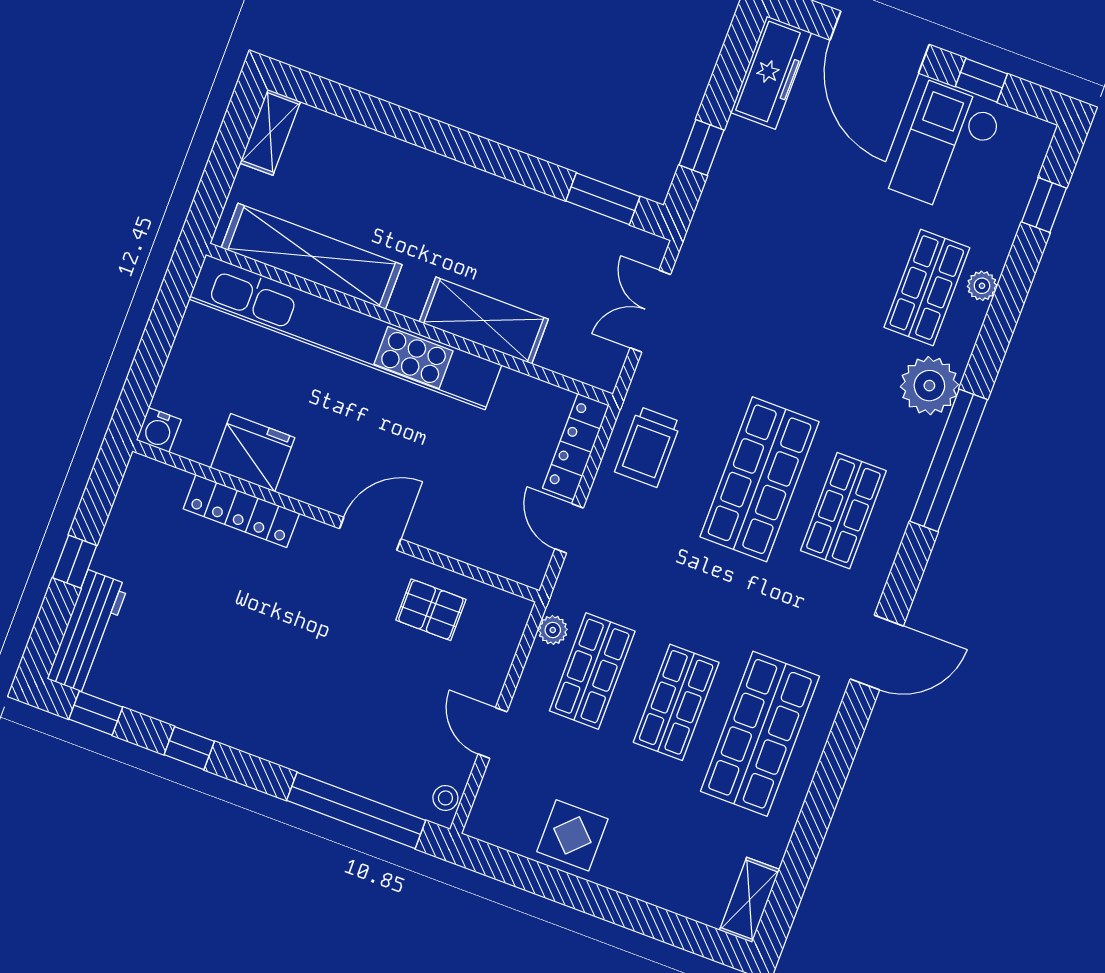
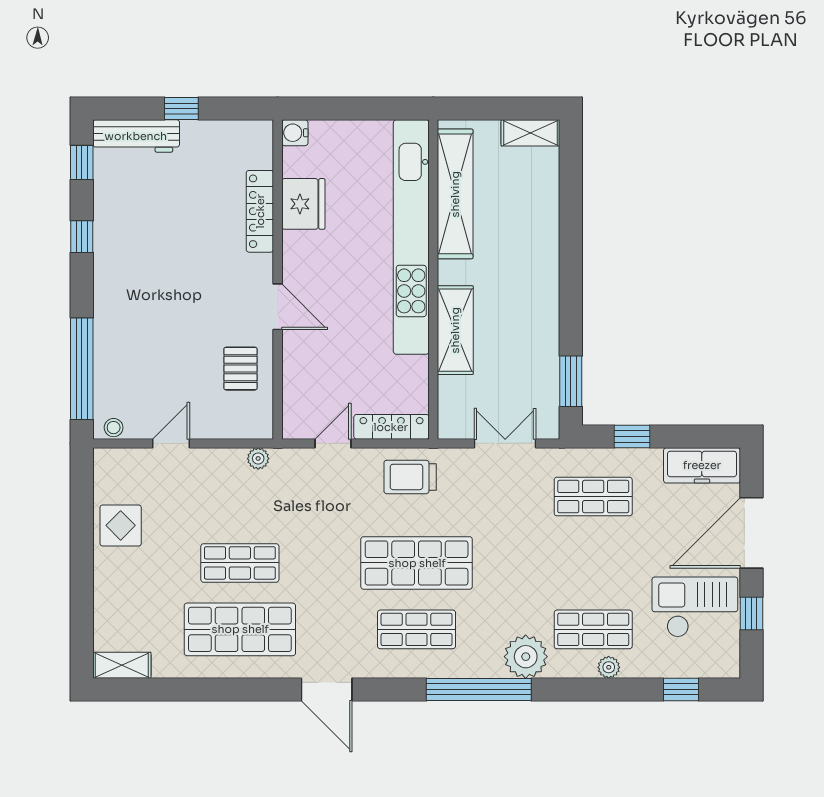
shop shelf: (592, 671) -> (593, 497), moved

